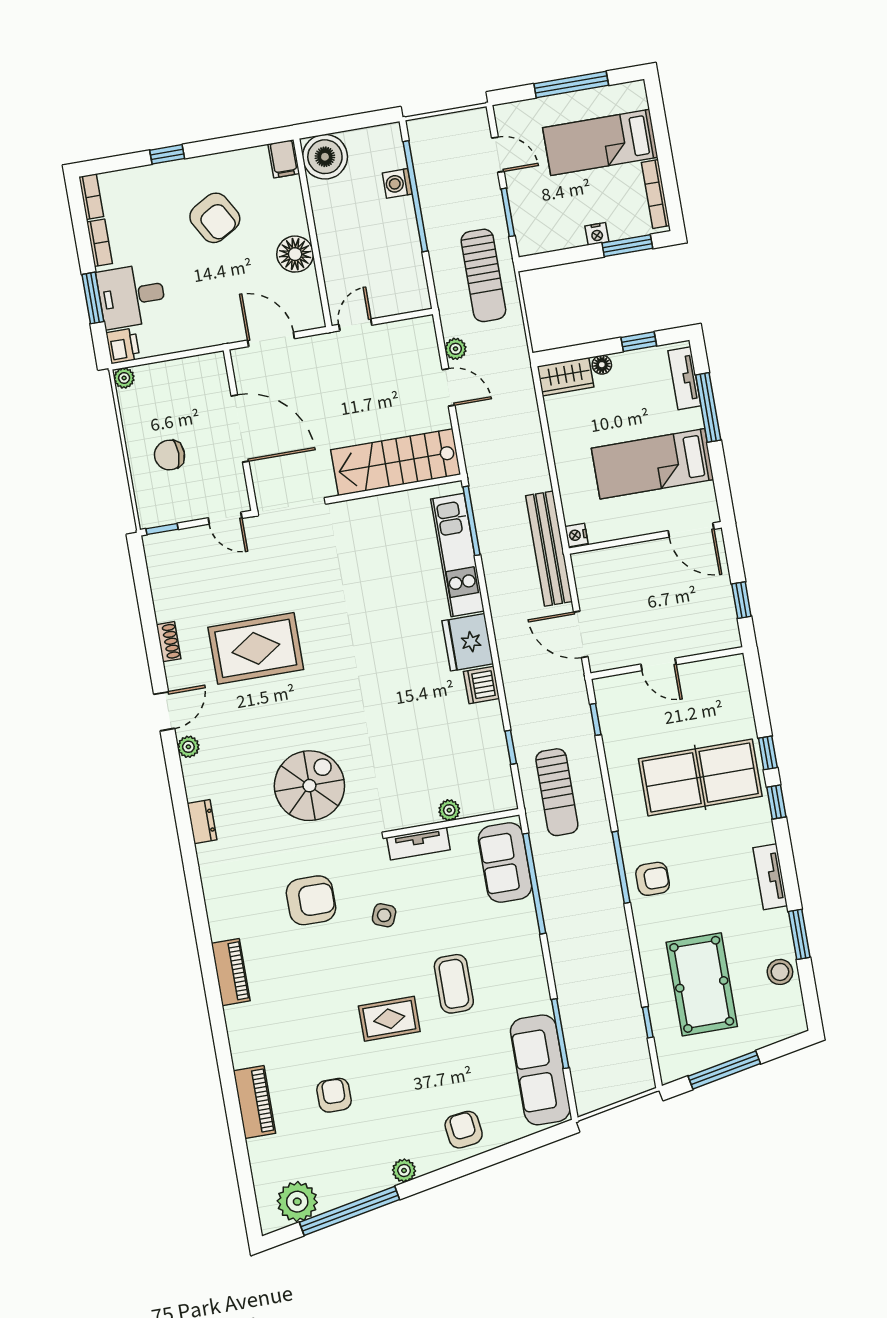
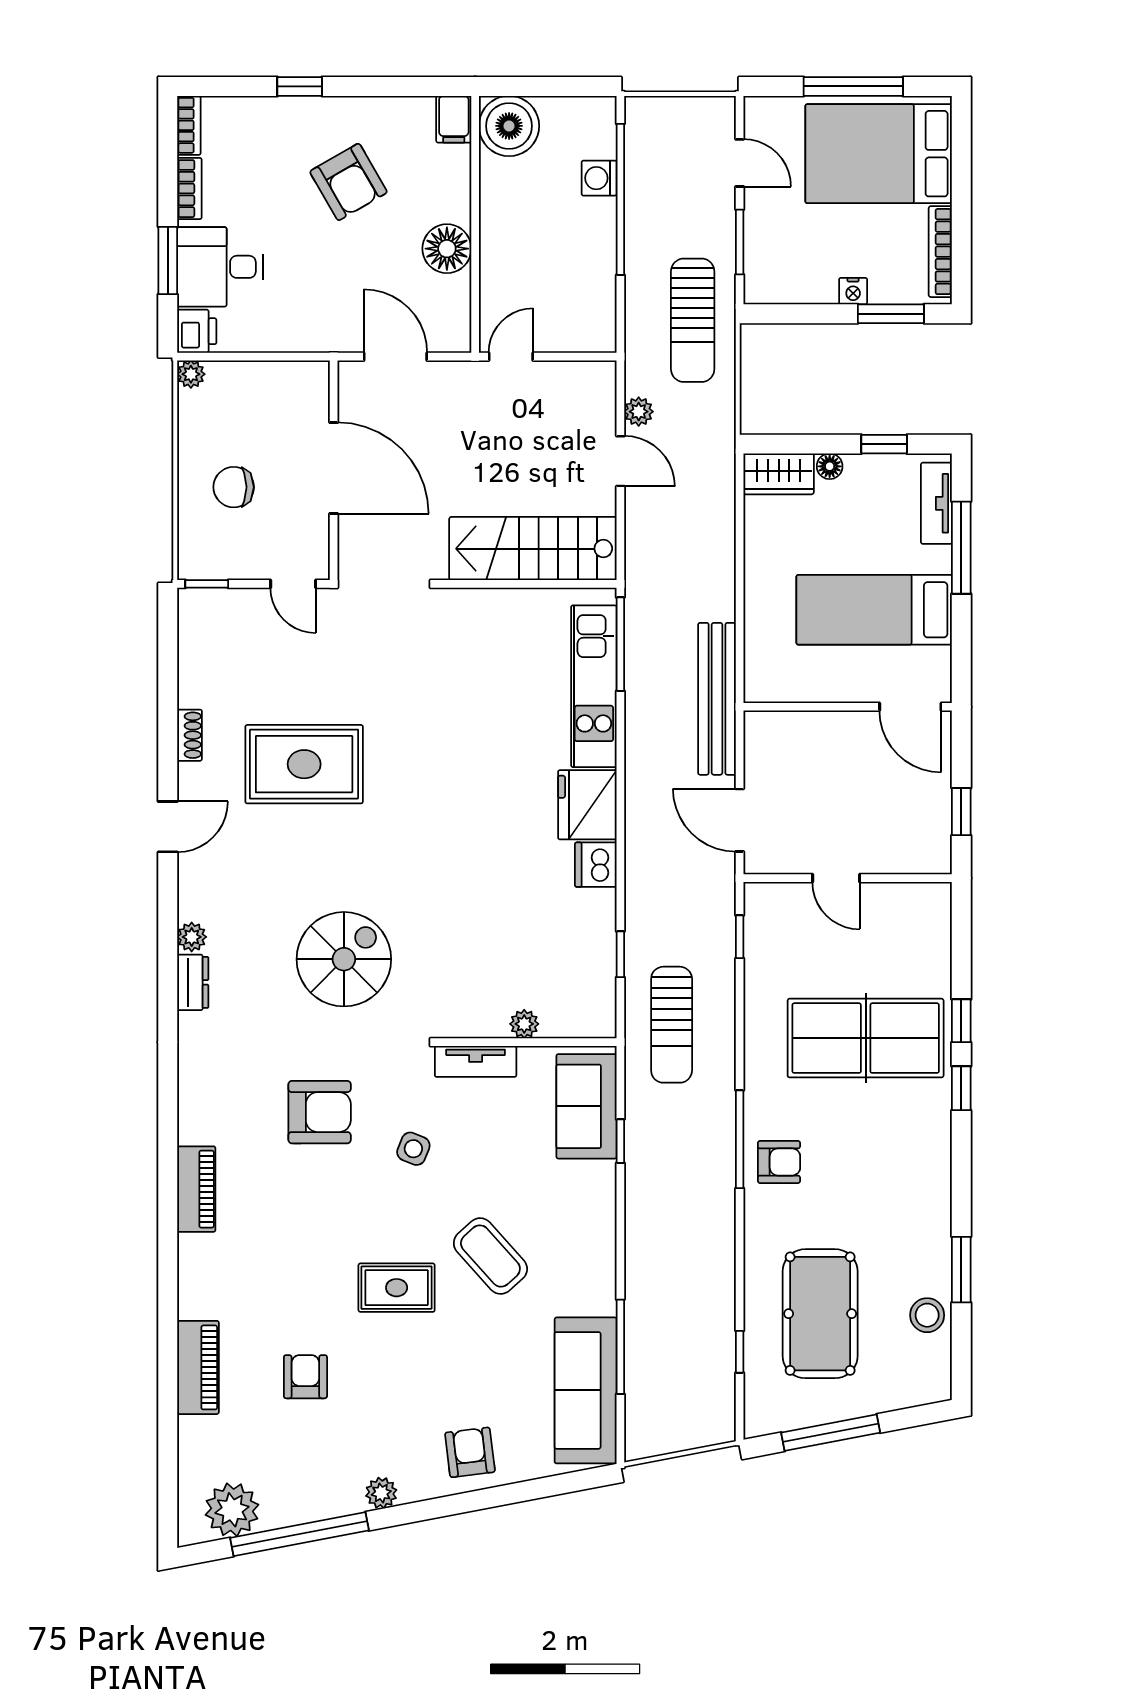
bed: (600, 142) -> (879, 154), width x1.50
nightstand: (576, 535) -> (757, 687), removed
plant: (188, 747) -> (192, 937), moved
tv unit: (770, 877) -> (936, 1186), removed
window: (534, 884) -> (620, 1141), width x0.32
coffee table: (454, 984) -> (490, 1256), turned -42

